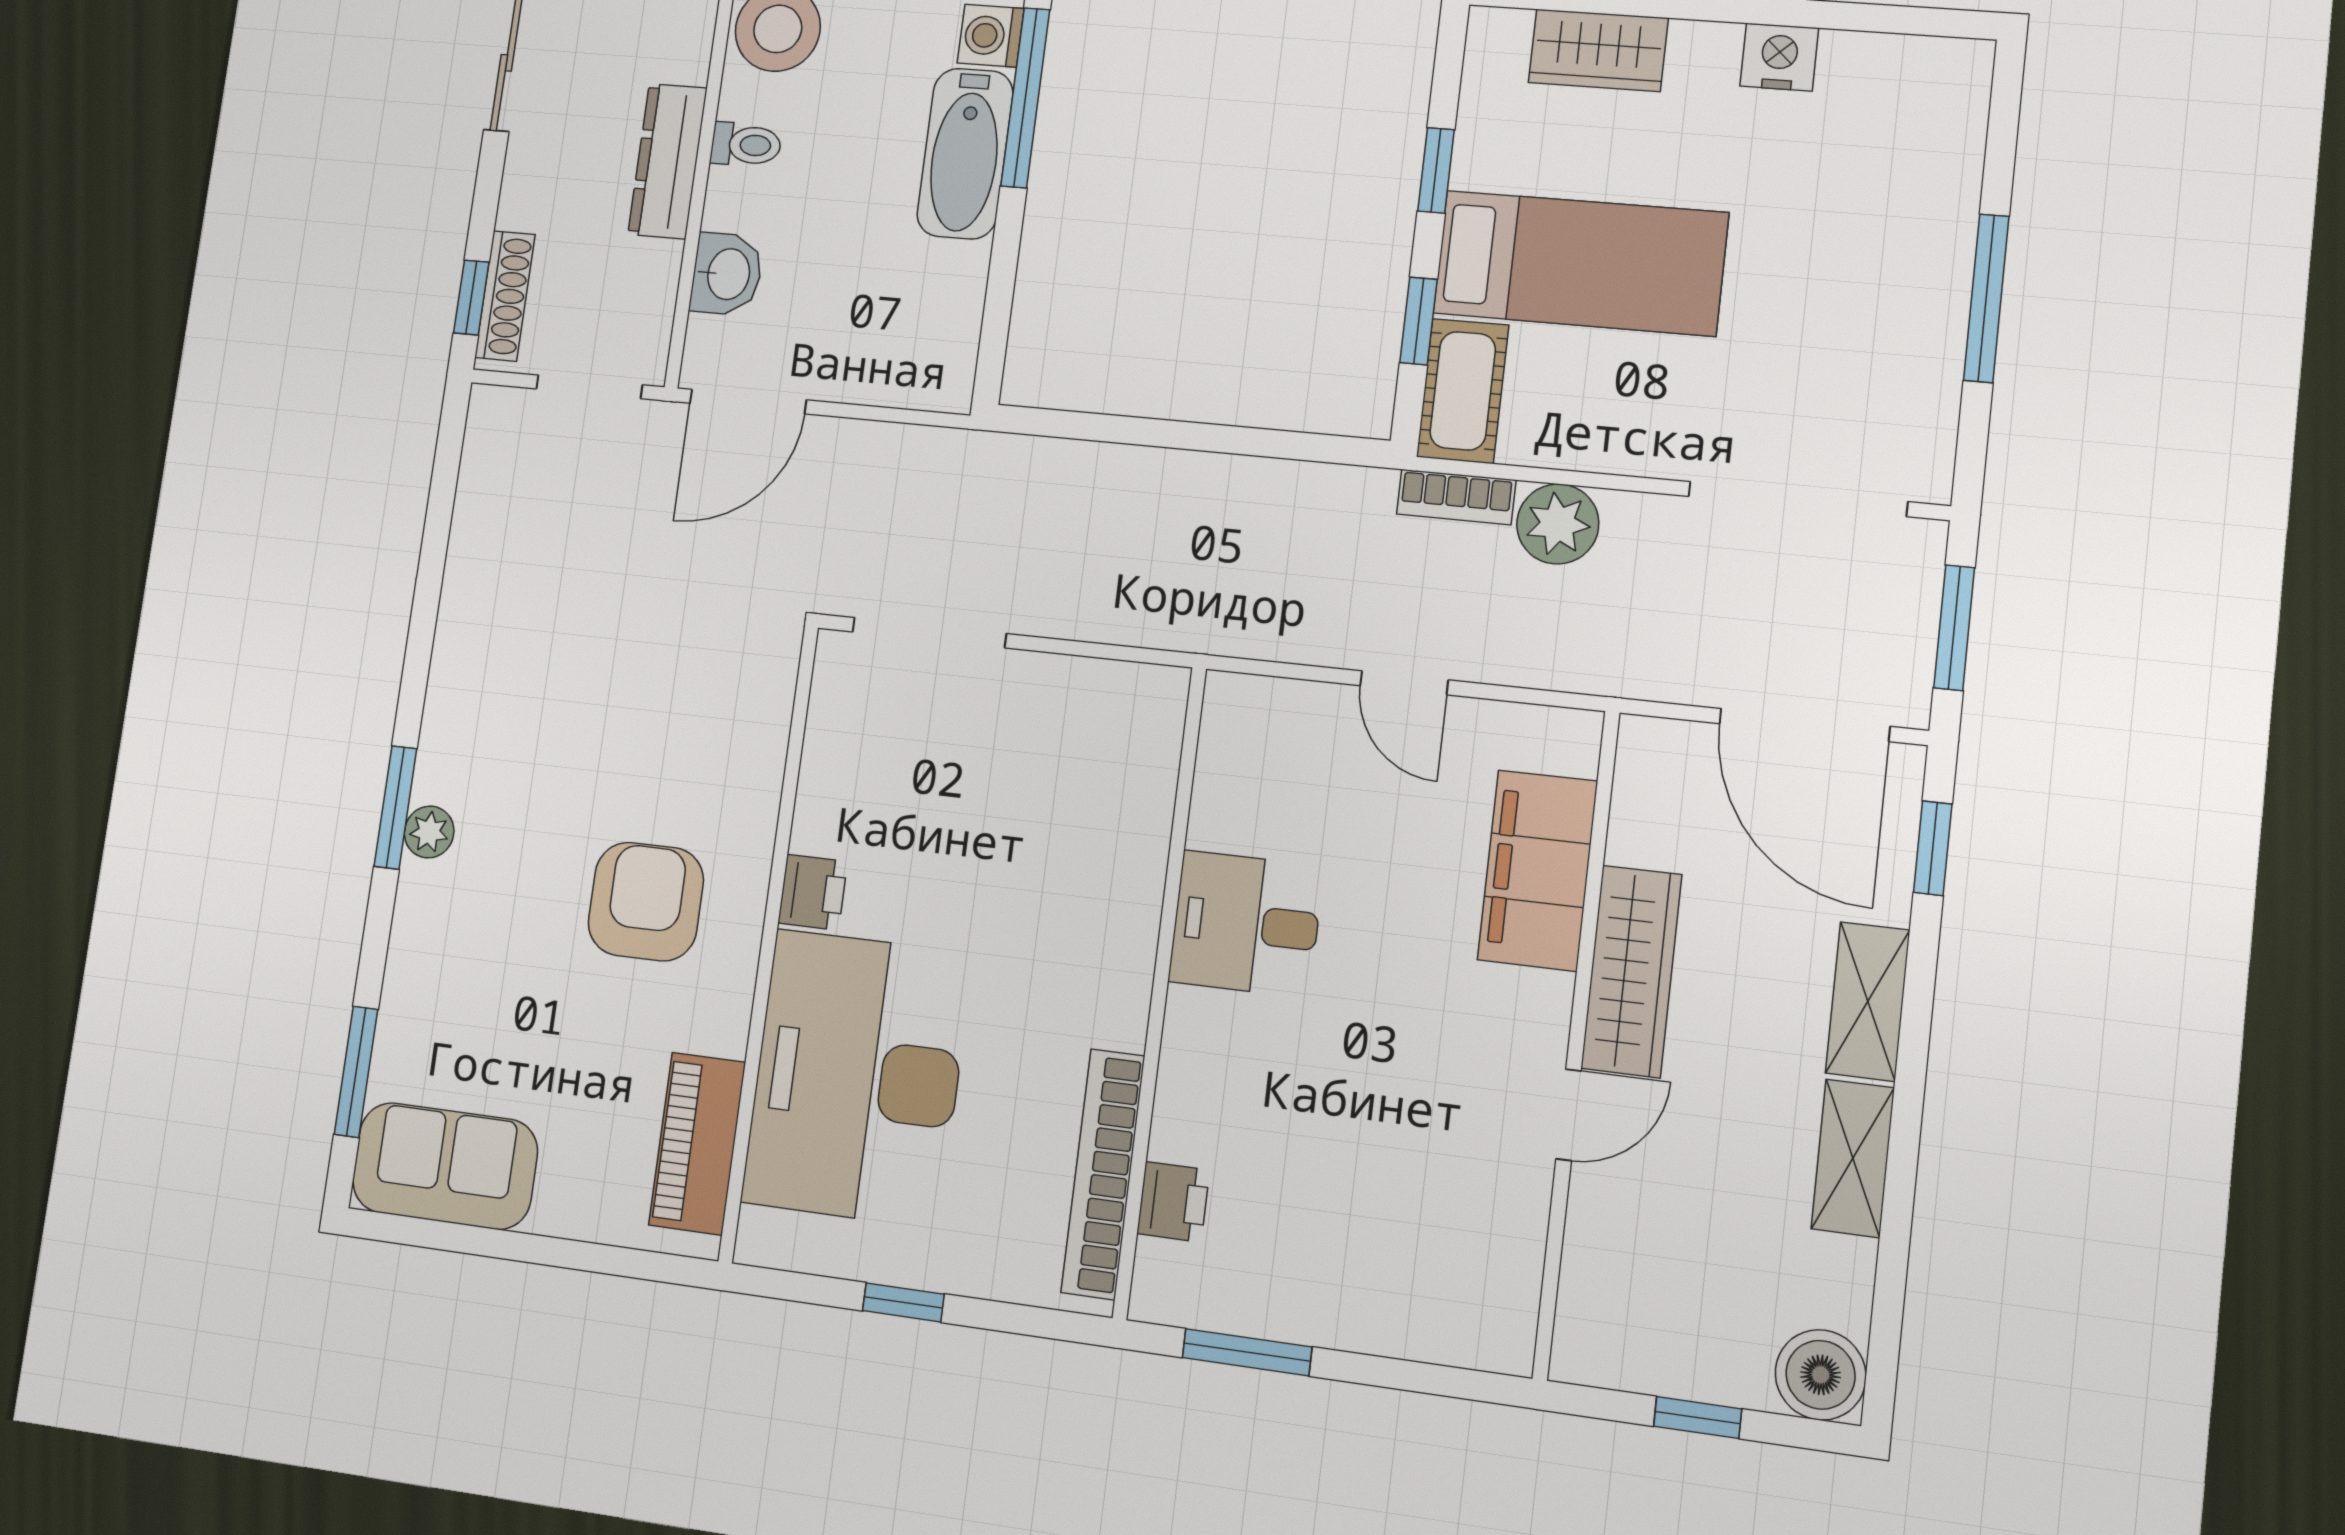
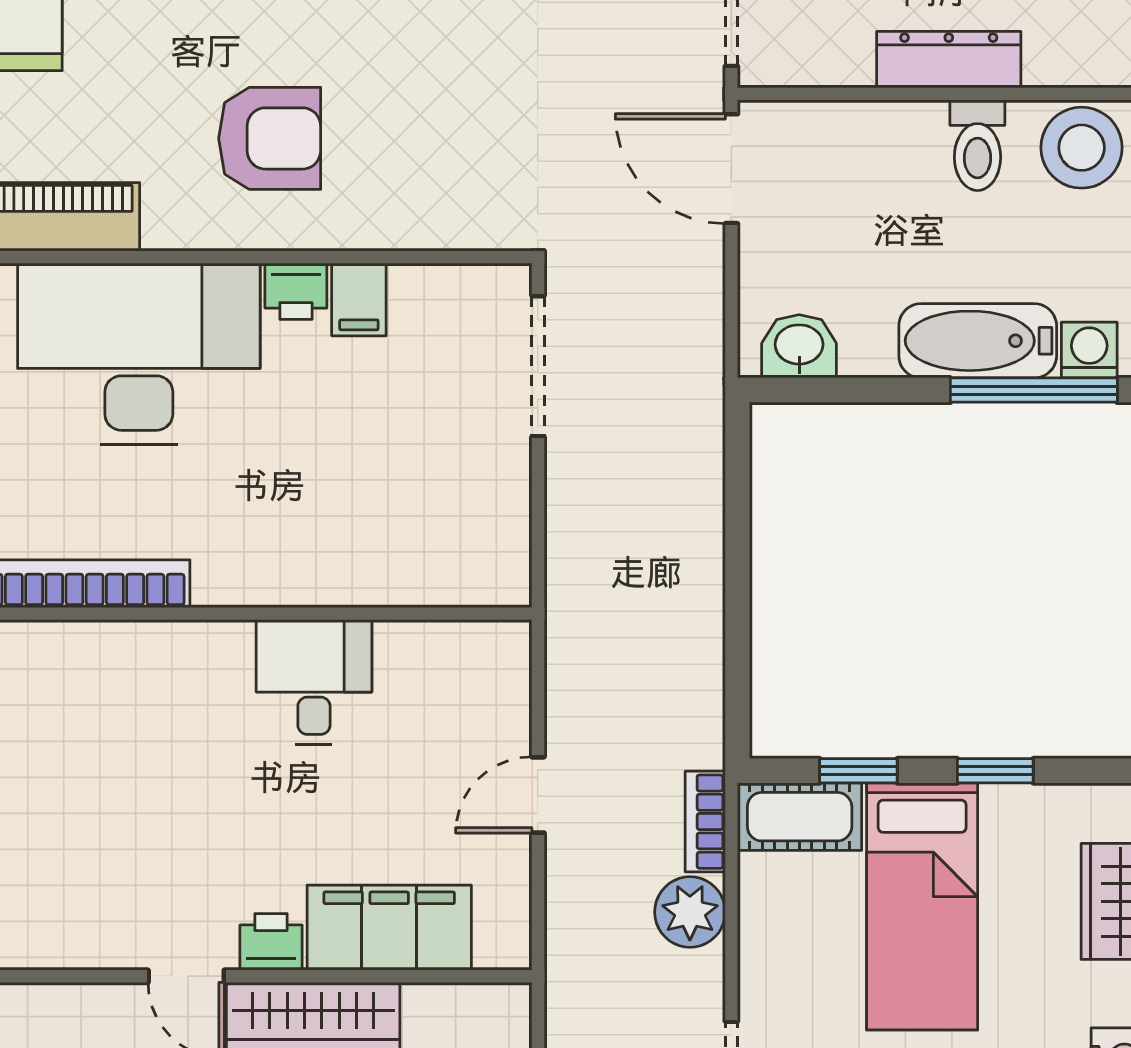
toilet: (746, 145) -> (977, 145), width x1.37, depth x1.39
washbasin: (727, 274) -> (799, 346), moved, turned 180
filing cabinet: (831, 823) -> (359, 299), added
printer: (1173, 1202) -> (271, 942), moved, turned 180

